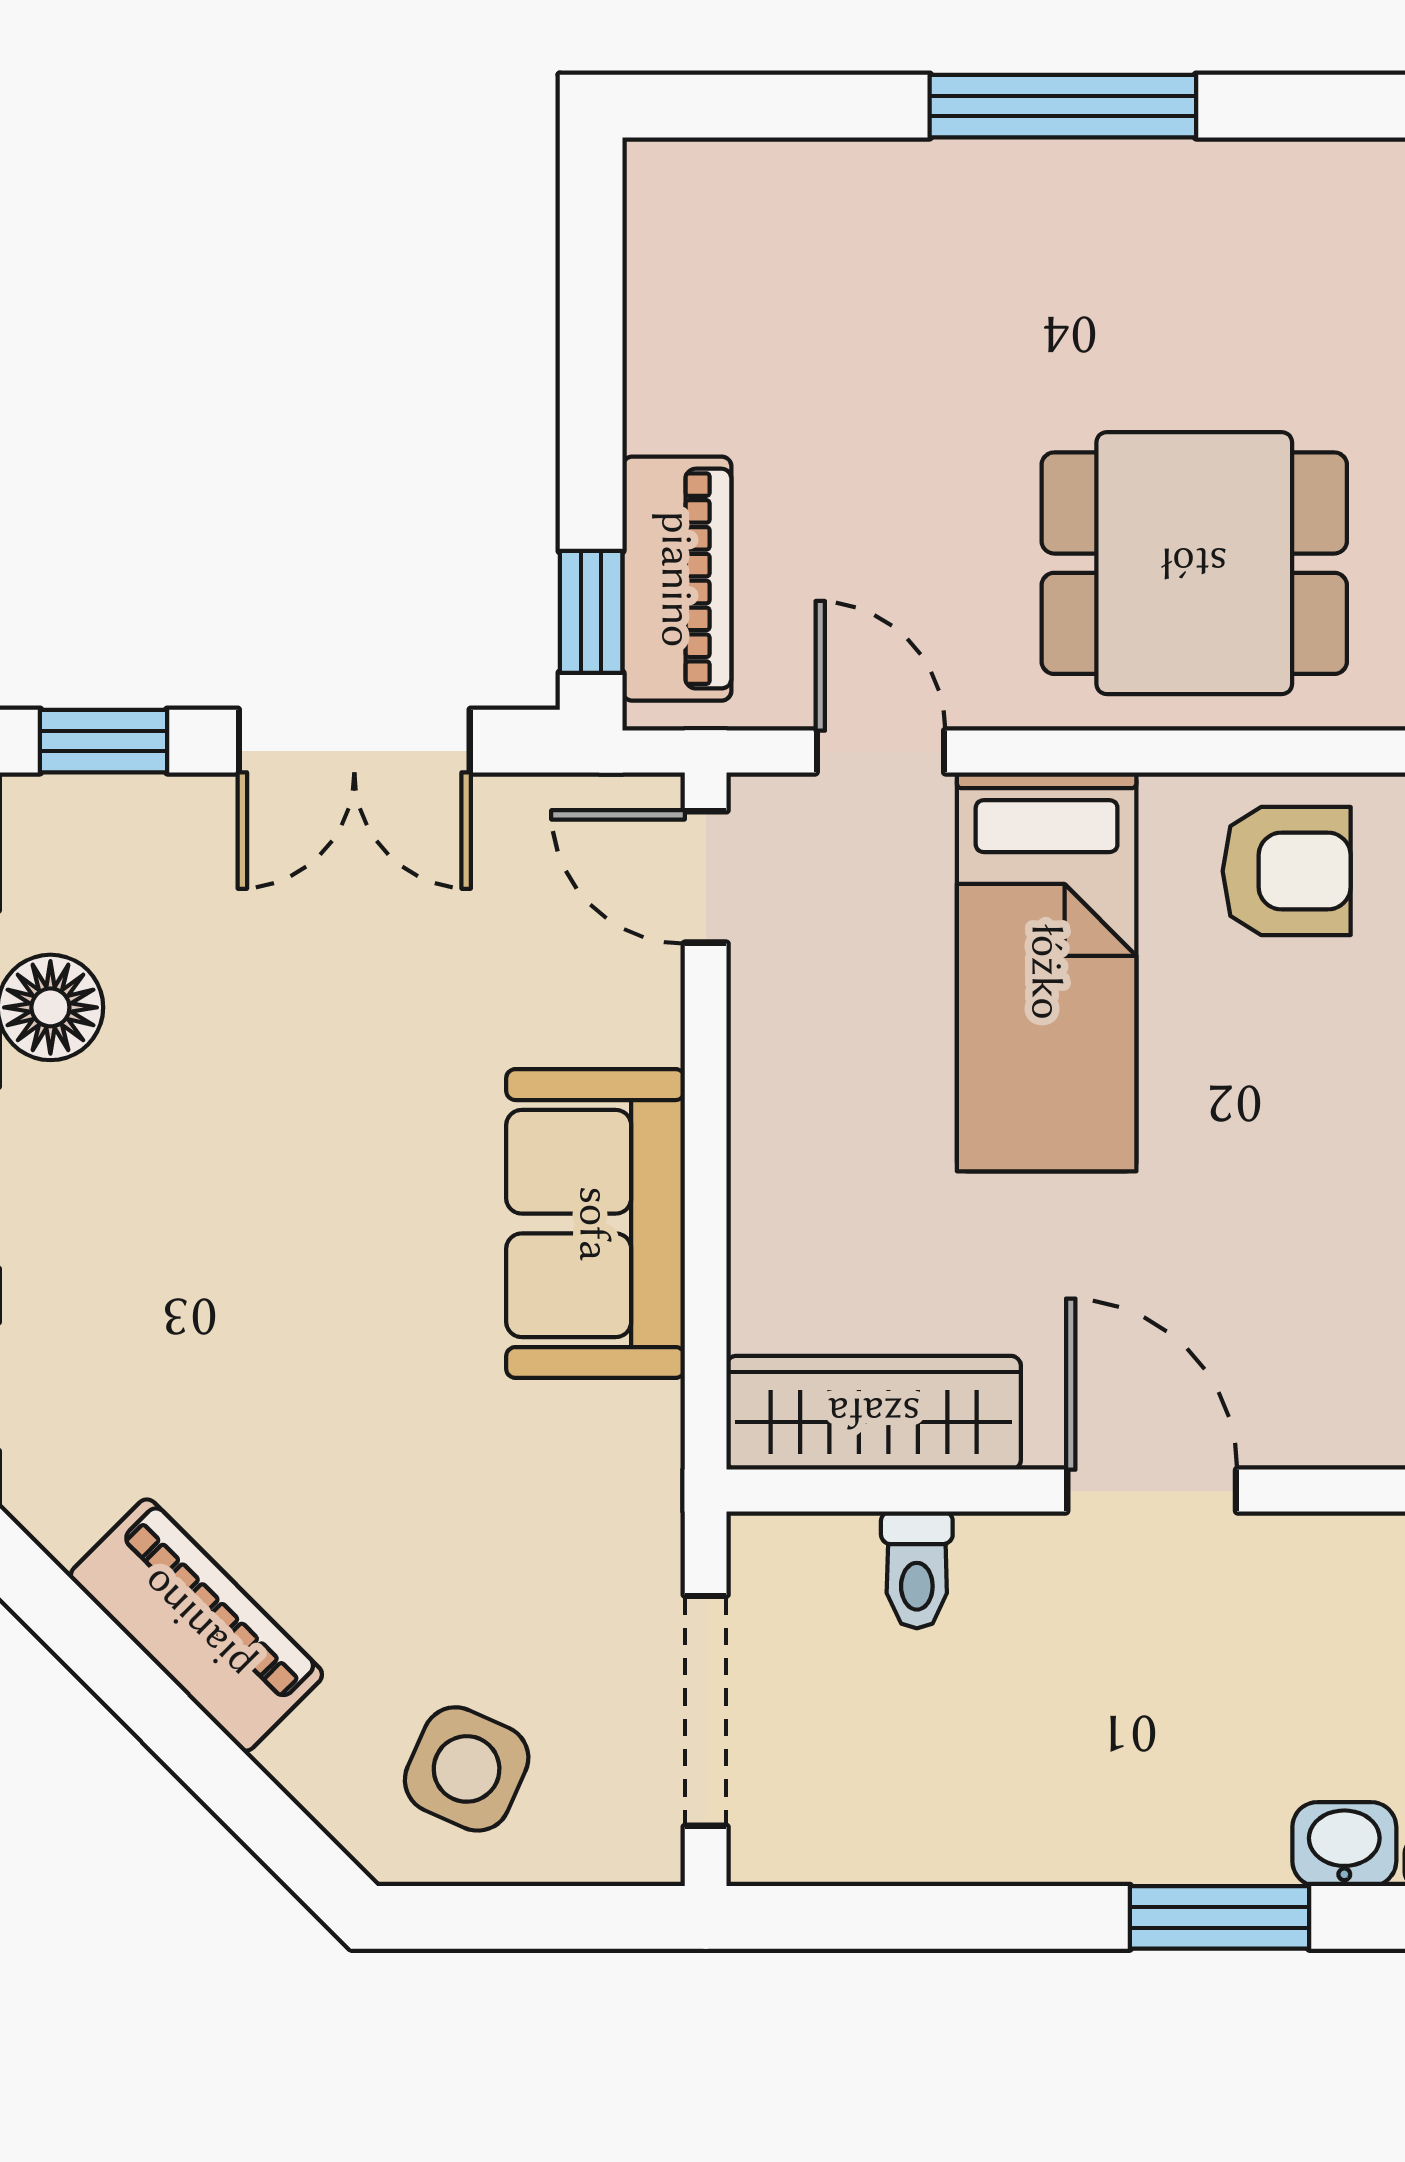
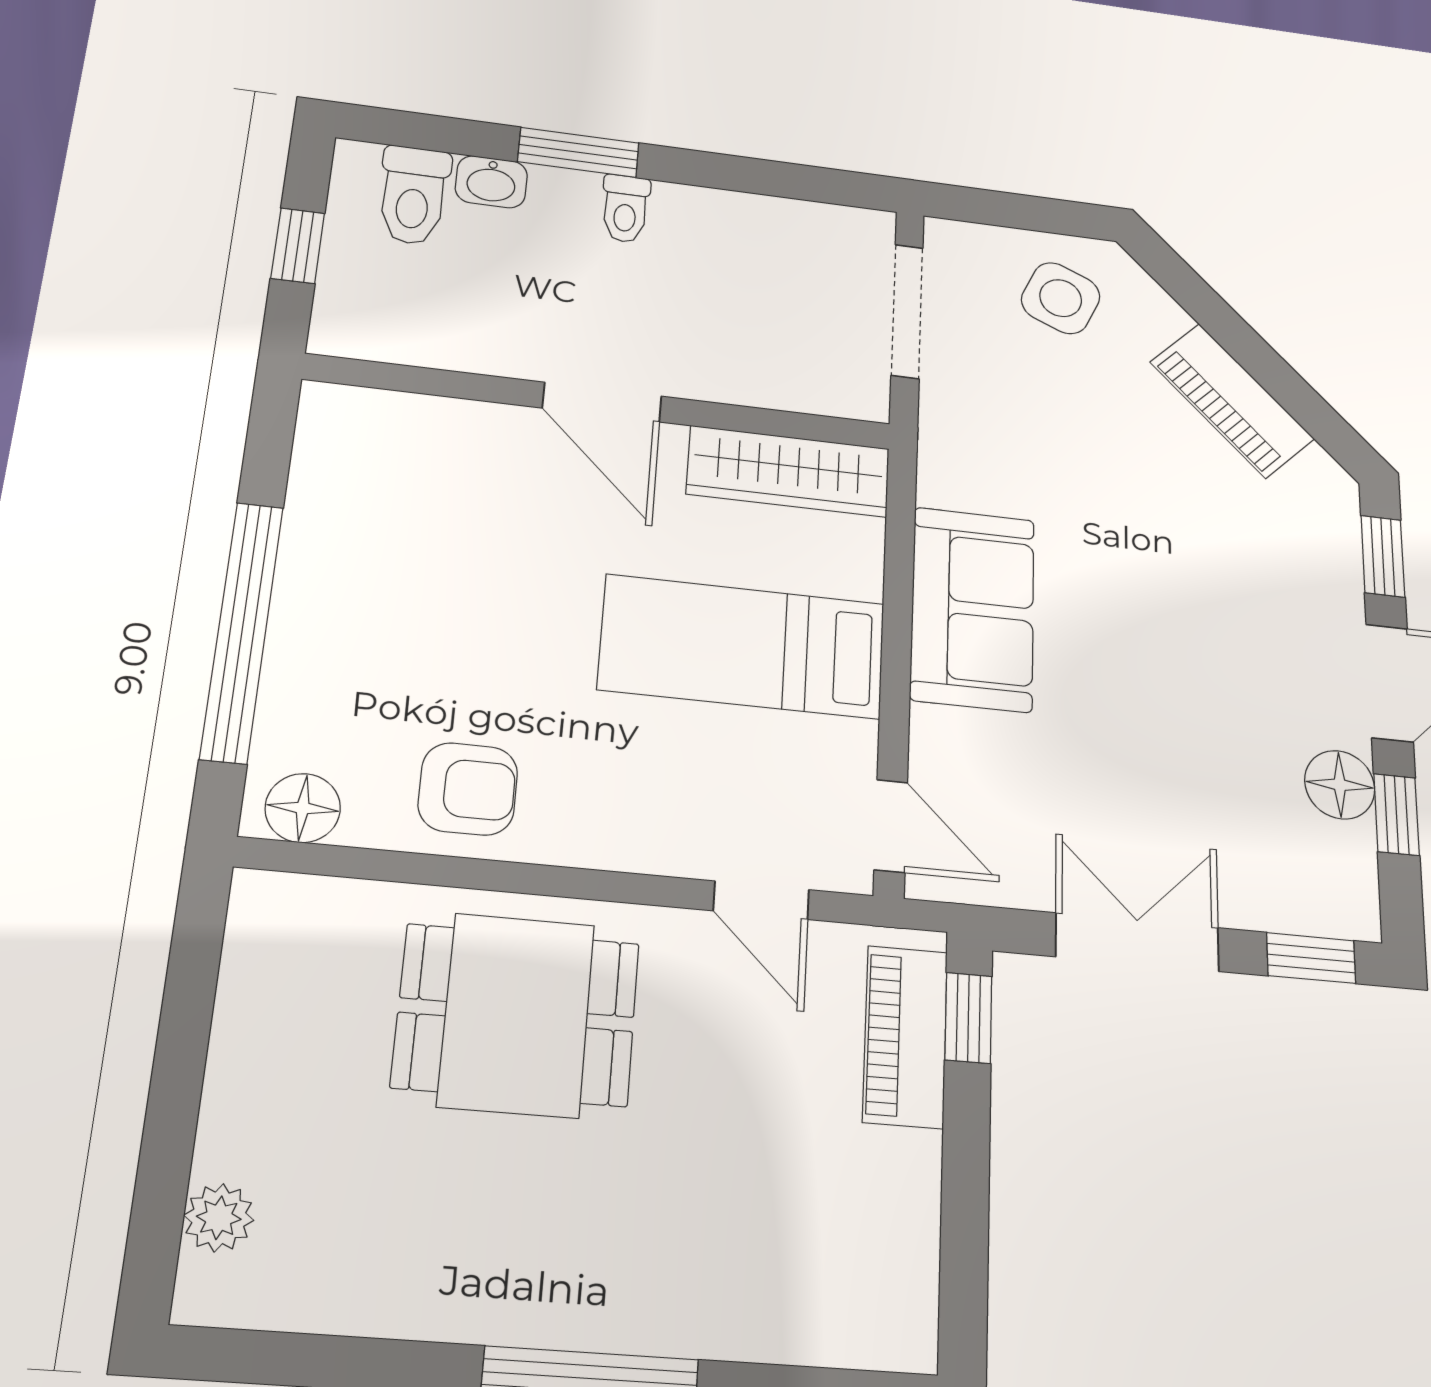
armchair: (1287, 871) -> (468, 789), turned 180
bed: (1047, 972) -> (743, 646), moved, turned -90
toilet: (917, 1570) -> (625, 209), moved, turned 180

